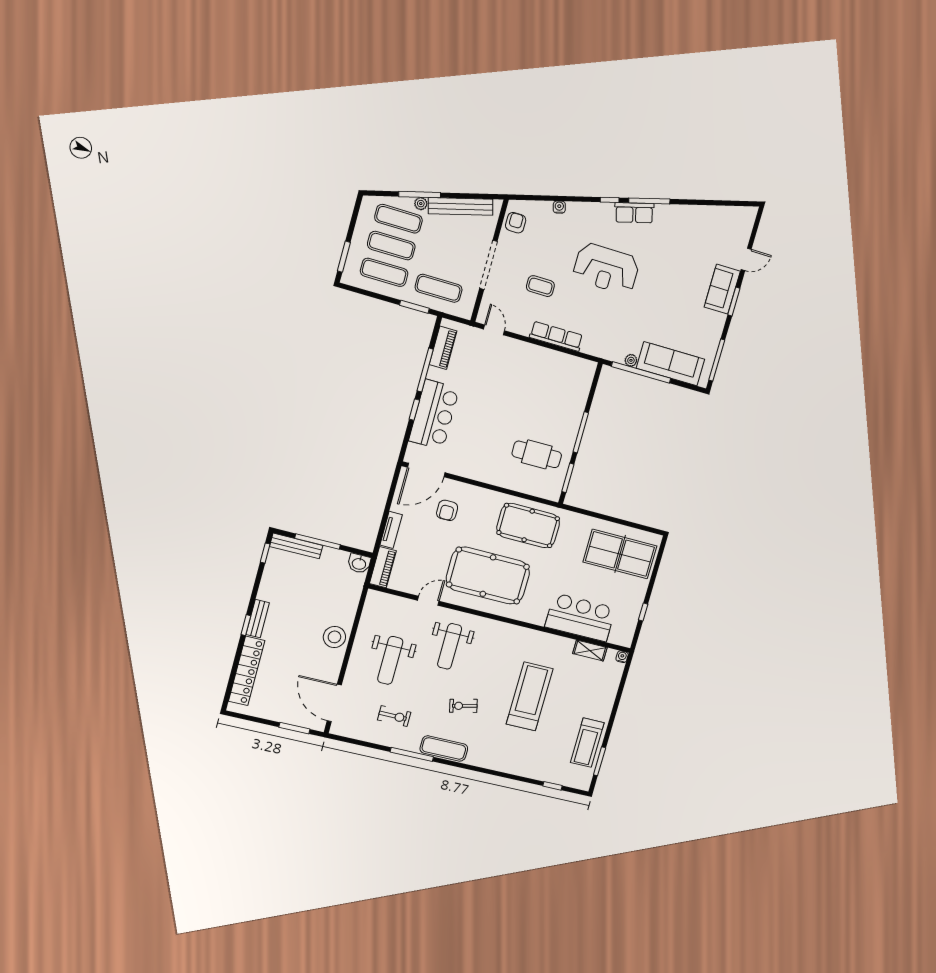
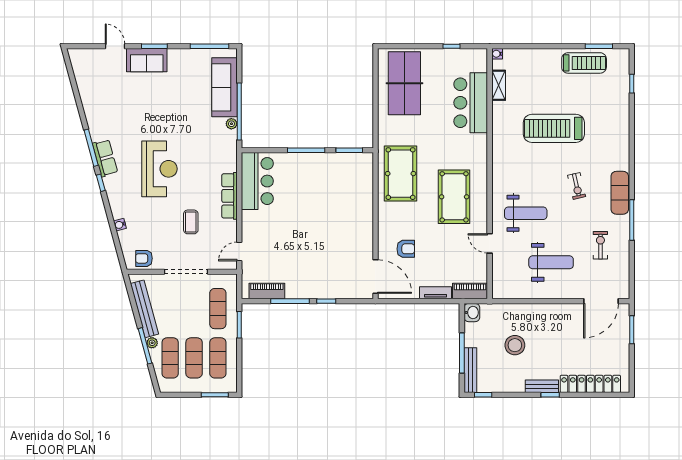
bar counter: (434, 415) -> (257, 181), moved, turned 90
cafe table: (537, 454) -> (336, 184), removed
pool table: (488, 576) -> (454, 197), width x0.73, depth x0.76
stool: (334, 637) -> (515, 345), moved

